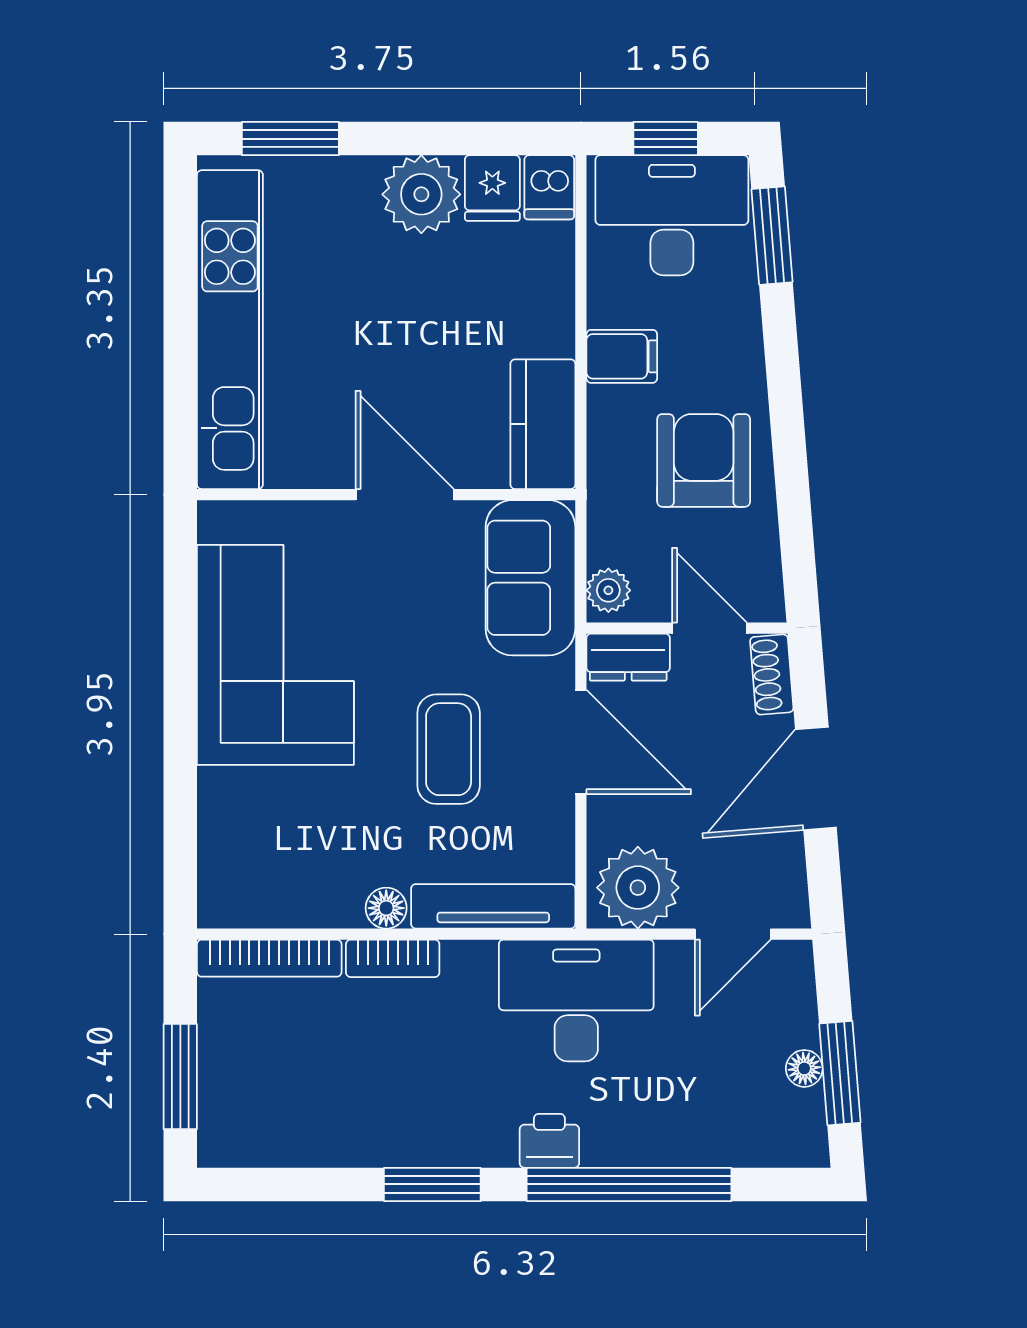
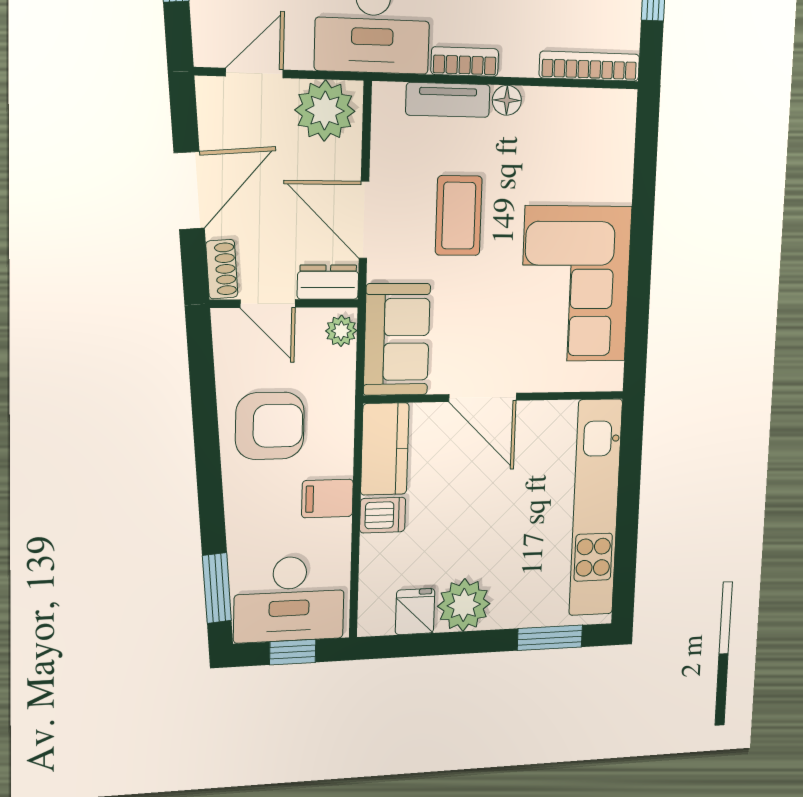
dishwasher: (549, 187) -> (383, 515), moved, turned 90
armchair: (704, 460) -> (270, 426), turned -90
tv unit: (493, 906) -> (448, 100), width x0.71
bookcase: (393, 958) -> (465, 62), moved

